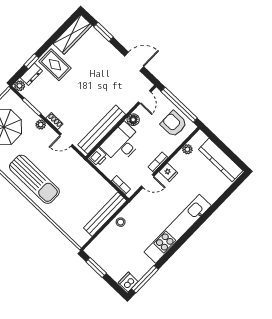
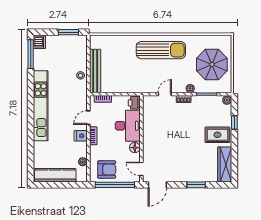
window: (103, 32) -> (196, 185), moved
door: (134, 61) -> (157, 185), moved
dresser: (31, 74) -> (227, 115), removed
bench: (102, 130) -> (149, 122), removed
sun lounger: (34, 179) -> (161, 50), turned 180

